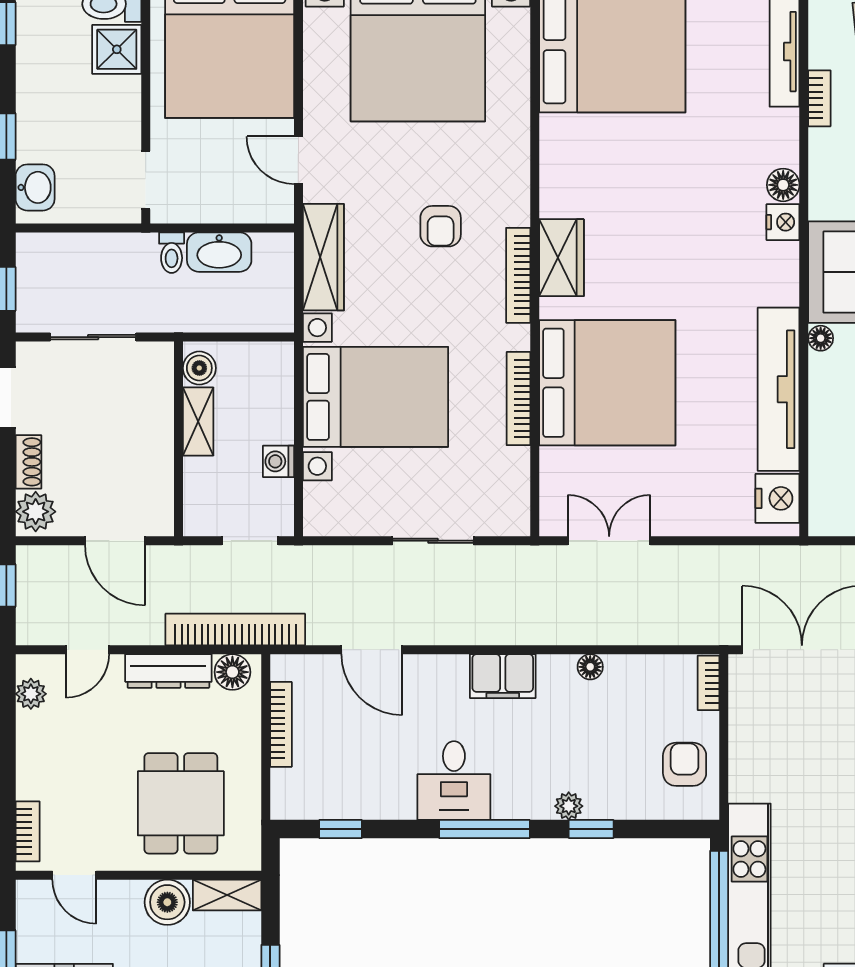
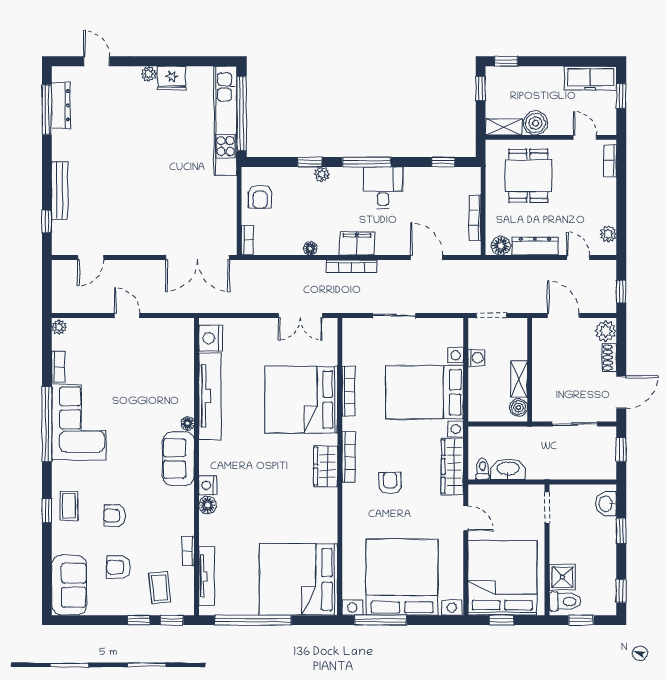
toilet: (172, 253) -> (483, 469), moved
bookcase: (235, 630) -> (352, 266), moved, width x0.68, depth x0.76
door: (87, 650) -> (578, 257), hinge flipped

